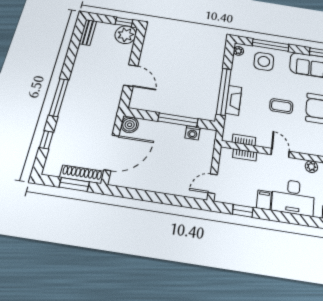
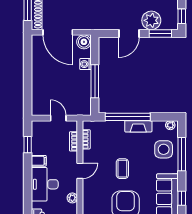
plant: (126, 35) -> (151, 20), moved
window: (138, 45) -> (160, 34), added
fireplace: (233, 100) -> (138, 126), moved
washing machine: (192, 133) -> (85, 64), moved
door: (213, 184) -> (58, 118), moved

